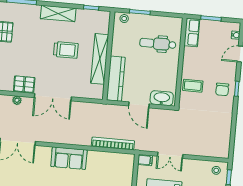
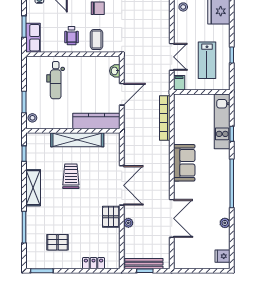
row of seats: (192, 32) -> (33, 38), moved, turned 90
wheelchair: (199, 62) -> (72, 36), added
washbasin: (162, 98) -> (115, 71), width x0.52, depth x0.69

